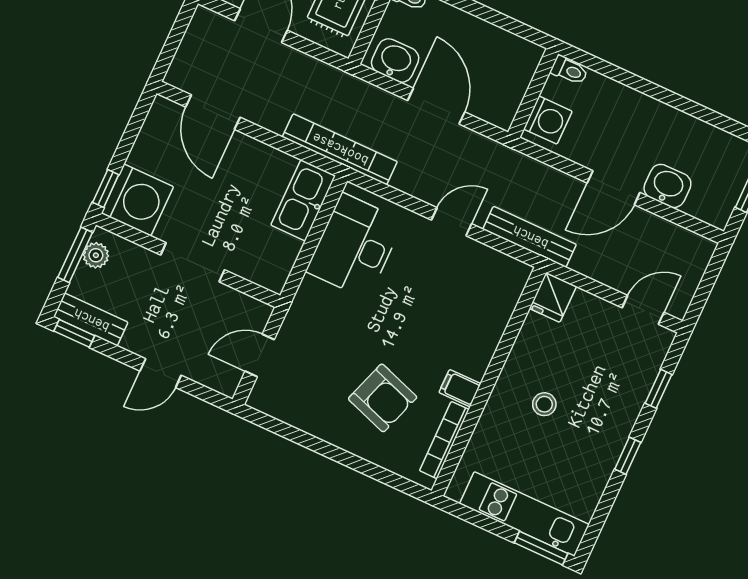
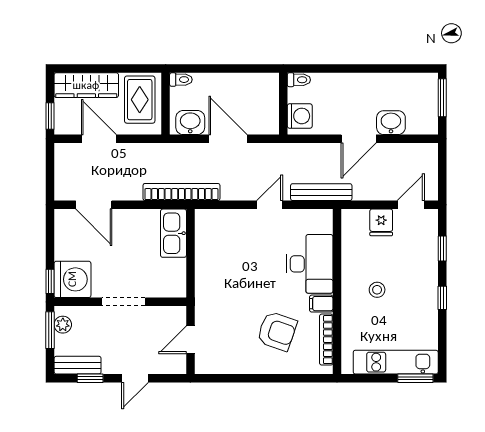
desk: (355, 246) -> (310, 264), moved, turned 180
fridge: (553, 297) -> (381, 222), moved
window: (74, 333) -> (90, 378), moved

